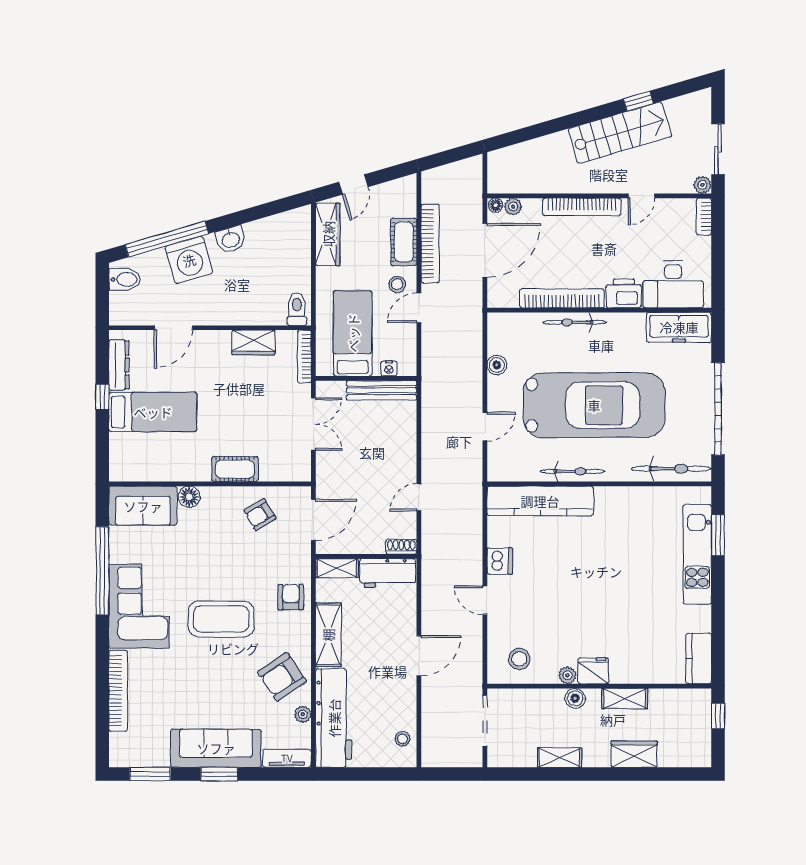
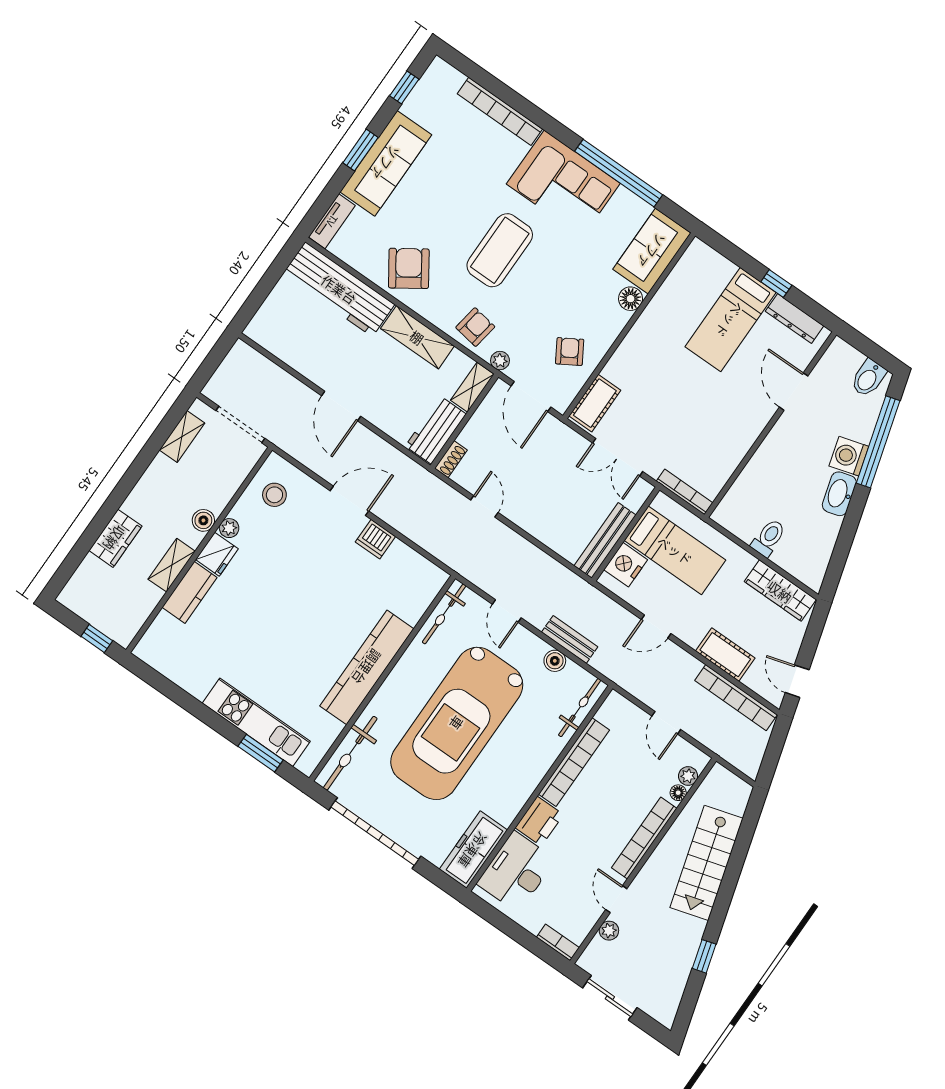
stairs: (620, 133) -> (706, 863), moved
door: (353, 184) -> (797, 681), moved
plant: (702, 185) -> (609, 931), moved
floor lamp: (496, 205) -> (678, 793), moved
washbasin: (231, 239) -> (839, 494), width x1.38
bookcase: (430, 244) -> (736, 698), moved
door: (485, 250) -> (666, 723), width x0.53
washing machine: (189, 260) -> (849, 456), width x0.73, depth x0.73
stool: (397, 284) -> (691, 622), removed
door: (419, 308) -> (656, 627), swing flipped
toilet: (297, 309) -> (769, 538), moved, turned -90
bicycle: (575, 322) -> (580, 708), moved
wardrobe: (253, 342) -> (730, 455), removed
bench: (473, 365) -> (570, 639), added
nightstand: (389, 368) -> (626, 565), width x1.89, depth x1.79
cot: (235, 469) -> (595, 403), moved
bicycle: (573, 471) -> (444, 614), moved
kitchen counter: (540, 501) -> (367, 667), moved
armchair: (291, 597) -> (475, 327), turned -81
door: (485, 600) -> (349, 501), width x1.38
kitchen counter: (699, 658) -> (190, 592), moved, turned 90
plant: (303, 714) -> (500, 361), moved
stool: (402, 739) -> (276, 338), removed
shelving: (559, 758) -> (182, 436), moved
window: (150, 774) -> (404, 87), width x0.67

